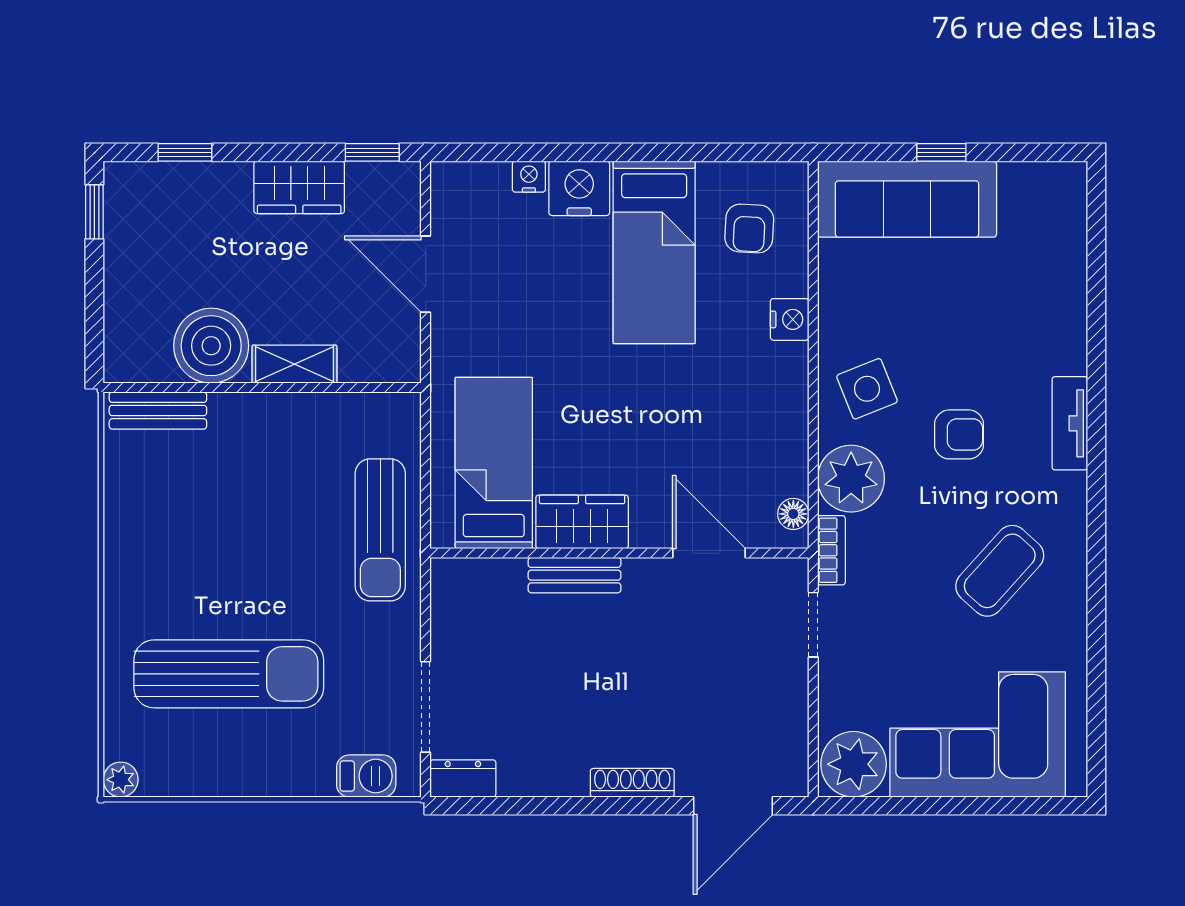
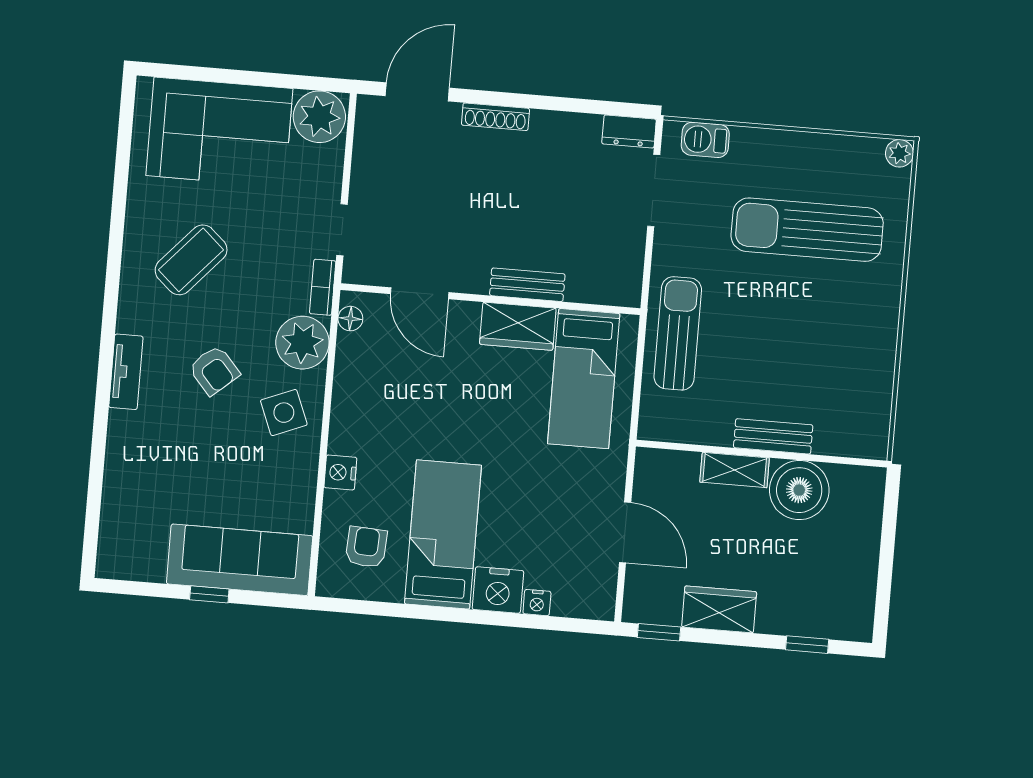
window: (94, 212) -> (883, 603), removed
bench: (158, 411) -> (773, 436), moved
armchair: (959, 434) -> (214, 370), turned -131

